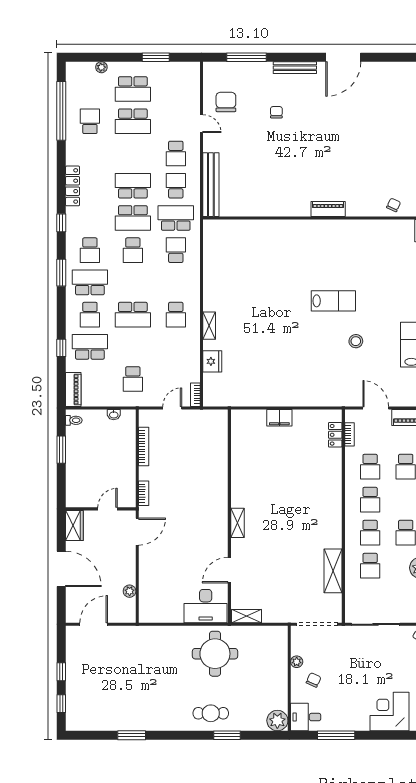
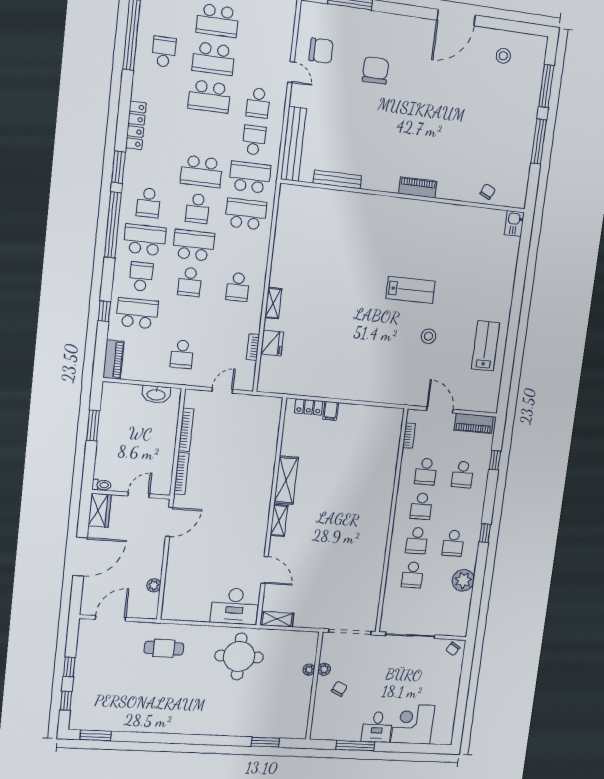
bench: (295, 68) -> (337, 179), moved
stool: (391, 84) -> (503, 56), added
chair: (226, 102) -> (321, 51), turned 90
chair: (276, 112) -> (375, 70), width x1.87, depth x1.87
school desk: (133, 186) -> (209, 96), moved, turned 180
window: (61, 223) -> (118, 167), width x1.50
school desk: (176, 250) -> (246, 214), width x1.85
window: (61, 273) -> (113, 225), width x2.11
school desk: (133, 282) -> (194, 245), added
school desk: (90, 315) -> (141, 277), turned 180
school desk: (133, 315) -> (190, 282), width x0.54
bookcase: (195, 395) -> (253, 347), moved
washbasin: (114, 415) -> (156, 394), width x1.91, depth x1.45
filing cabinet: (279, 418) -> (331, 411), width x0.50
toilet: (74, 420) -> (102, 485), moved
locker: (335, 435) -> (309, 407), moved, turned -90
bookcase: (144, 493) -> (181, 473), width x1.56
door: (61, 569) -> (80, 557), hinge flipped
door: (229, 570) -> (265, 570), swing flipped
shelving: (333, 571) -> (286, 480), moved
cafe table: (211, 713) -> (164, 648), moved
desk: (306, 717) -> (377, 727), moved, turned -90
plant: (277, 721) -> (309, 670), moved, width x0.53, depth x0.53
window: (132, 735) -> (96, 735), moved
window: (227, 735) -> (265, 742), moved

